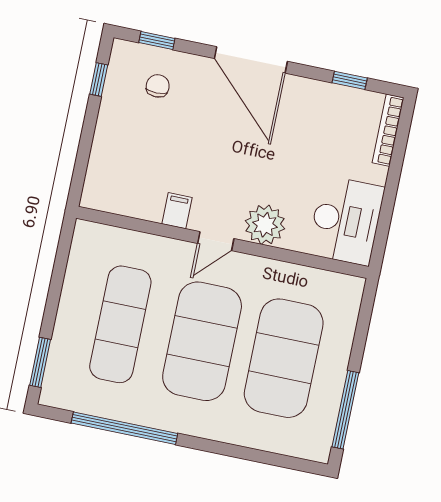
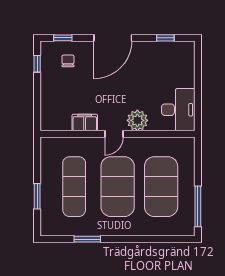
door: (251, 60) -> (113, 38), hinge flipped
bookcase: (388, 130) -> (190, 59), removed
filing cabinet: (177, 211) -> (85, 123), width x2.00
window: (40, 362) -> (37, 196), moved
window: (124, 428) -> (87, 239), width x0.47

